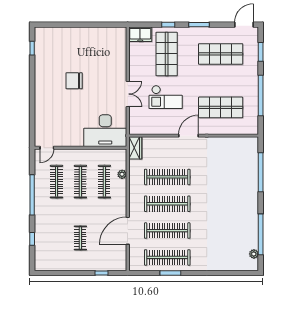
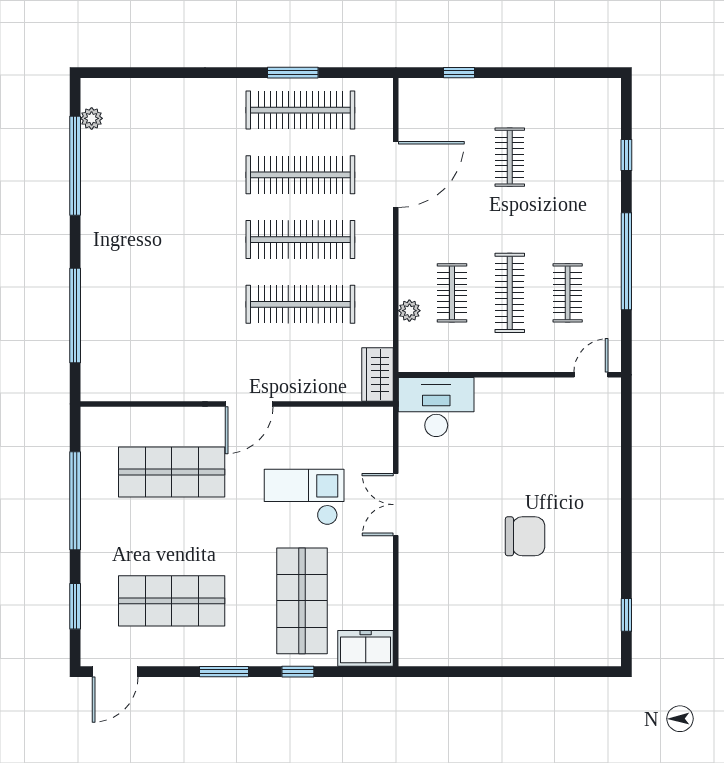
desk: (105, 131) -> (436, 407), width x0.73, depth x0.77
clothes rail: (56, 182) -> (568, 293), width x0.73
clothes rail: (104, 182) -> (452, 293), width x0.73

